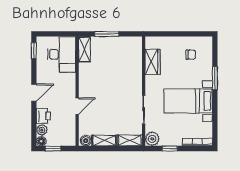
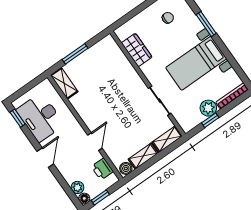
desk: (62, 54) -> (40, 117), moved, turned 180
printer: (43, 116) -> (102, 169), moved, turned 180
plant: (152, 139) -> (208, 108), moved

